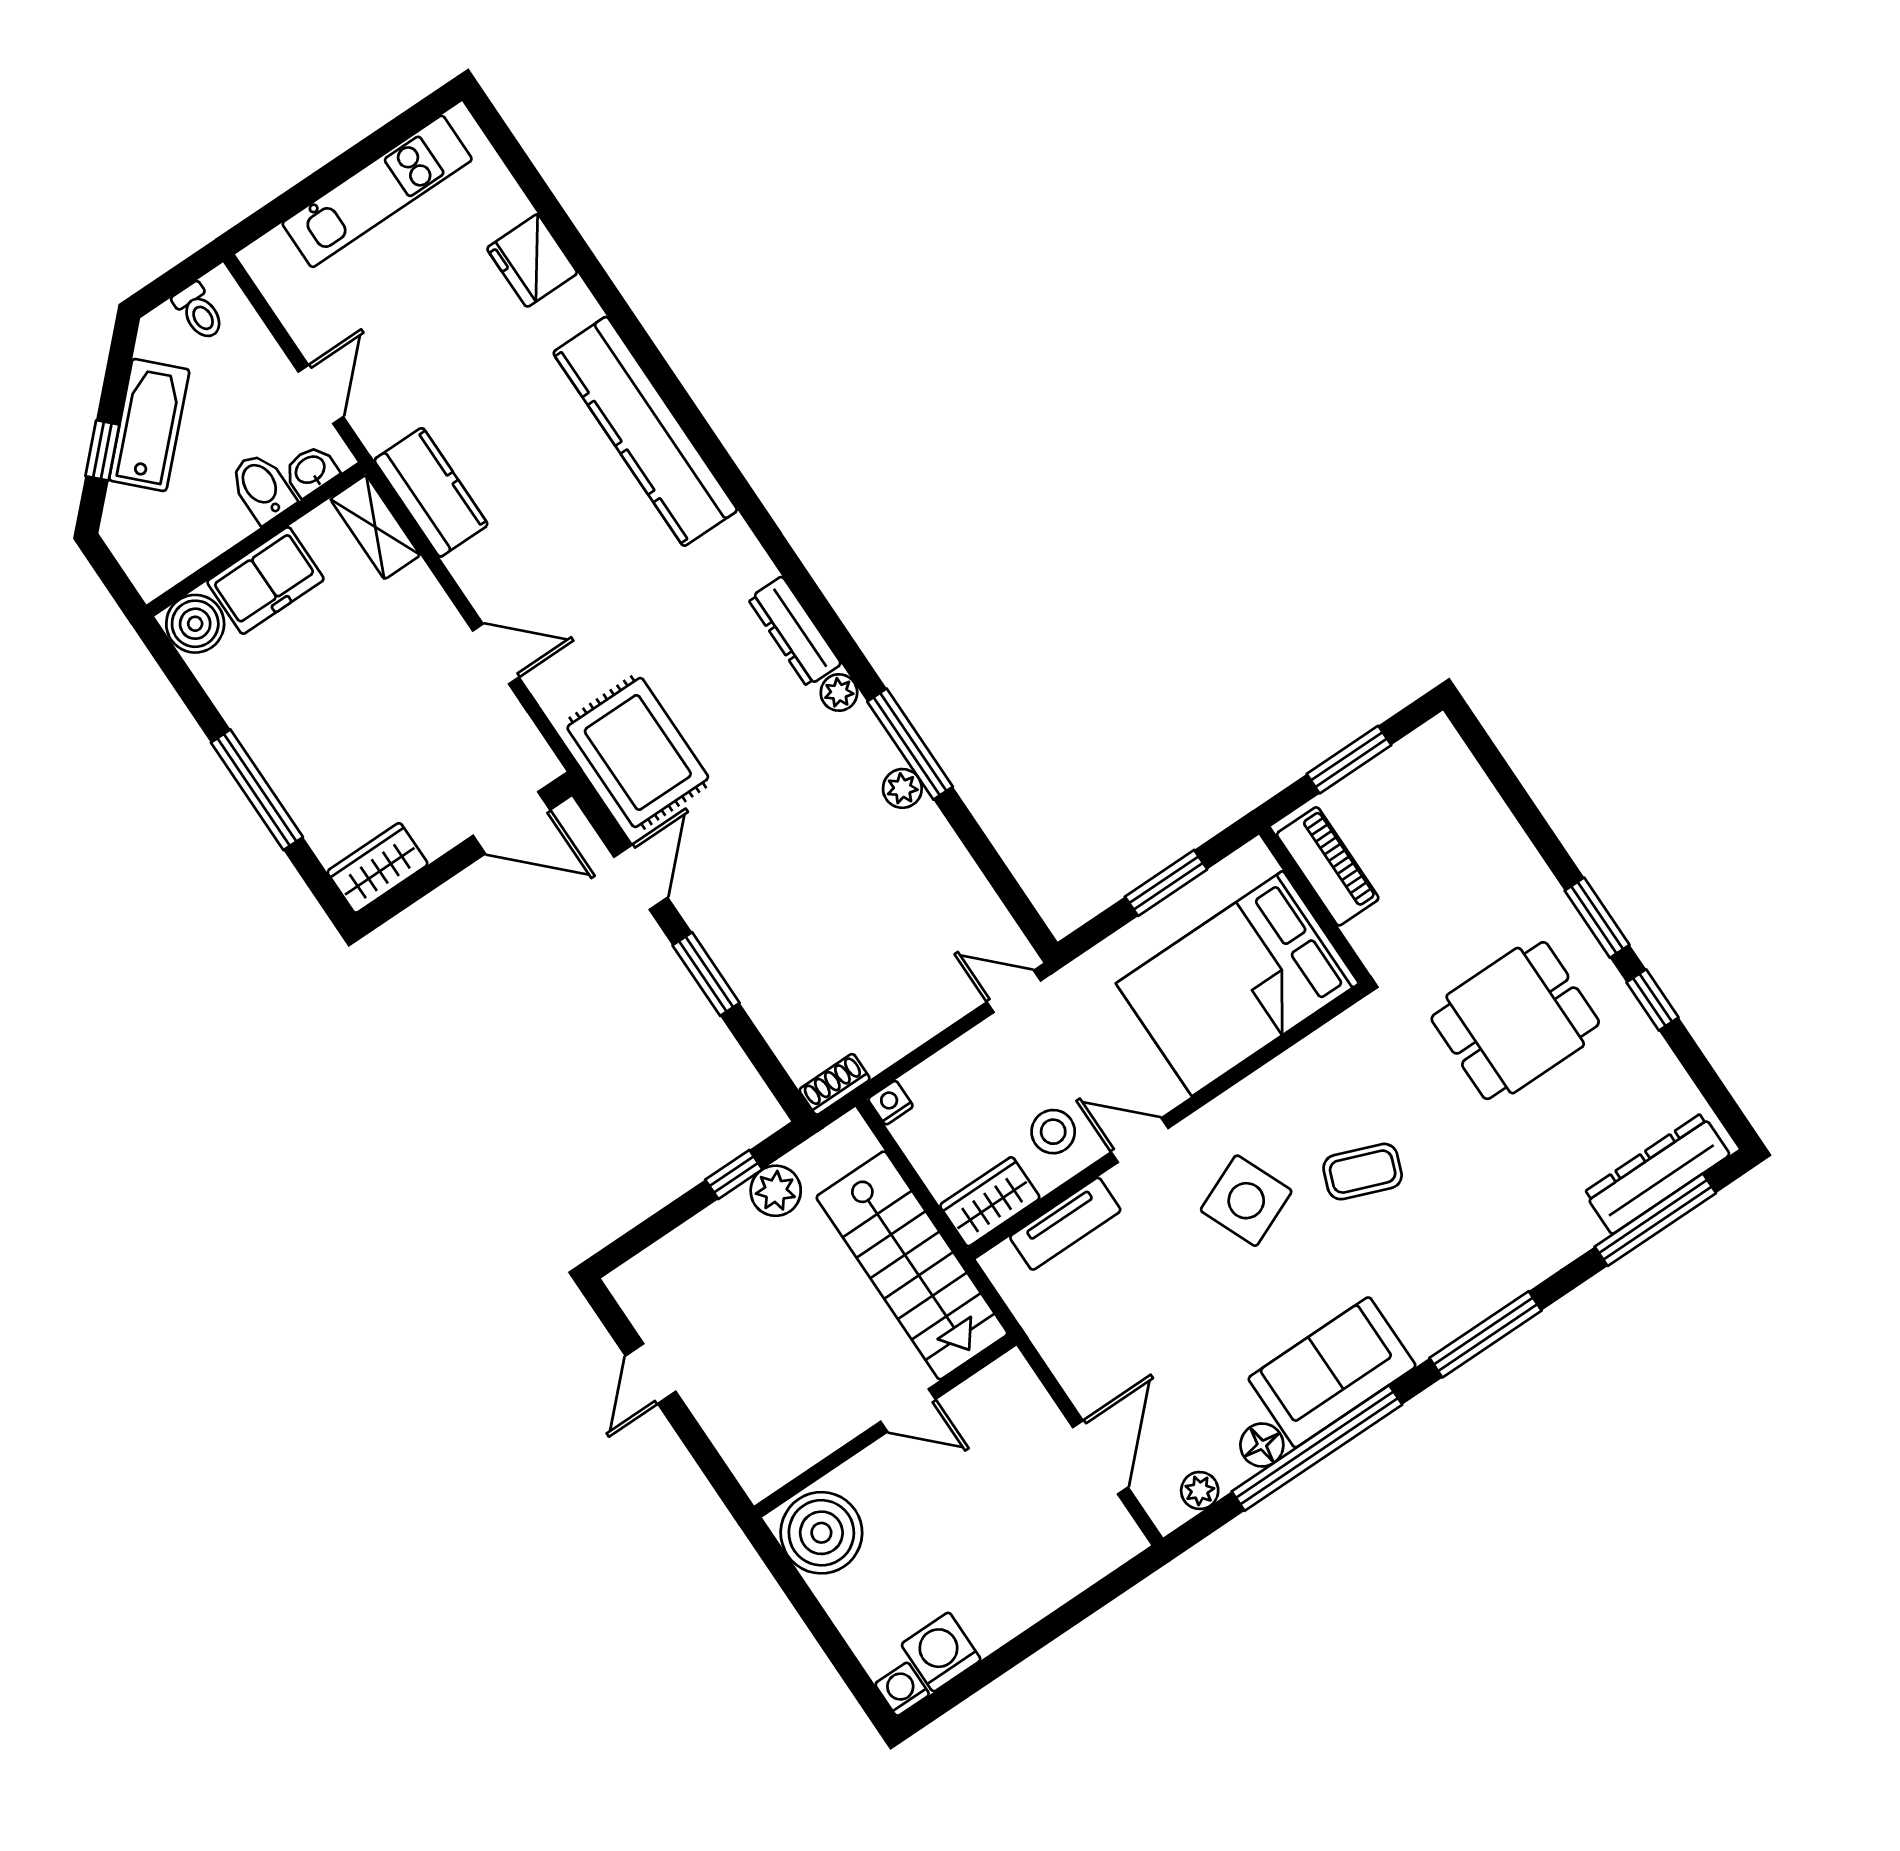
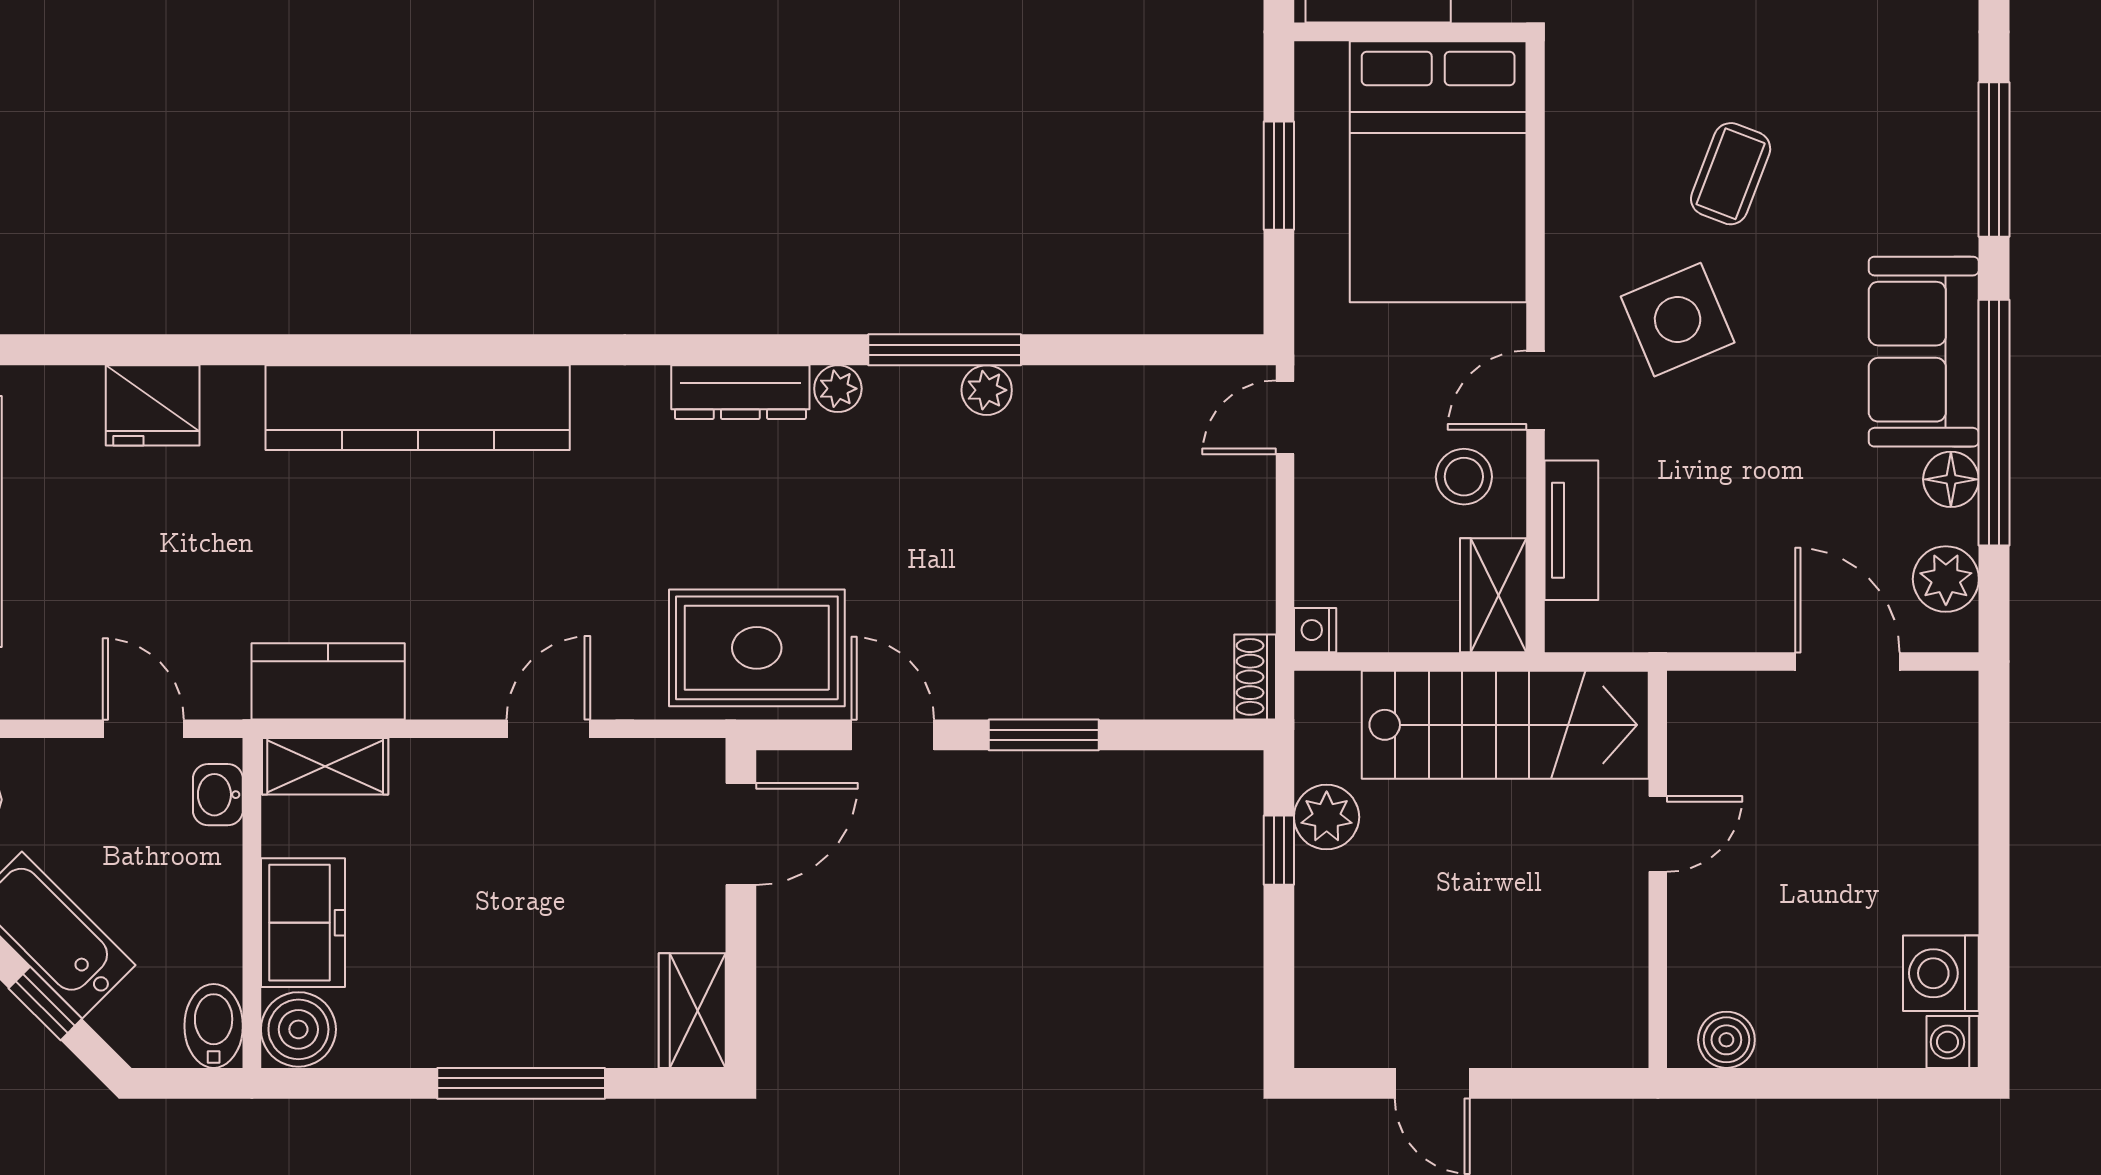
bidet: (262, 488) -> (214, 1026), moved, turned 90
plant: (1200, 1491) -> (1946, 579), width x1.38, depth x1.38
boiler: (821, 1533) -> (1726, 1040), width x0.54, depth x0.54

